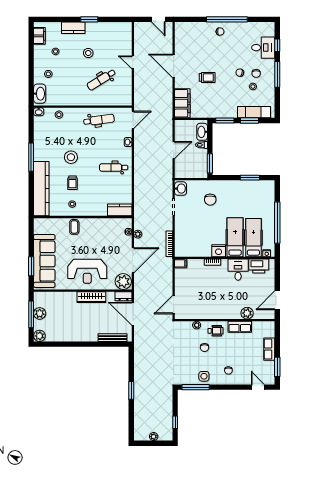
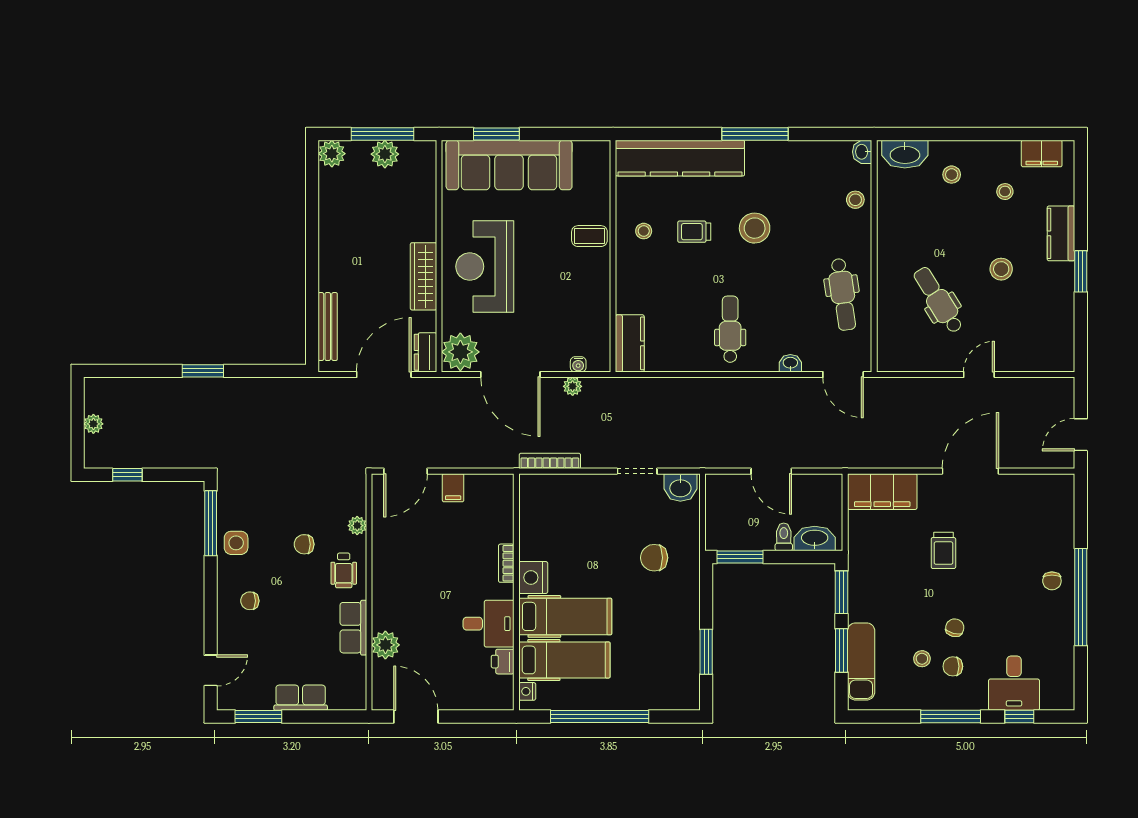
filing cabinet: (181, 263) -> (453, 488), moved
printer: (259, 266) -> (503, 662), width x0.53, depth x0.68
door: (174, 305) -> (406, 471), swing flipped

